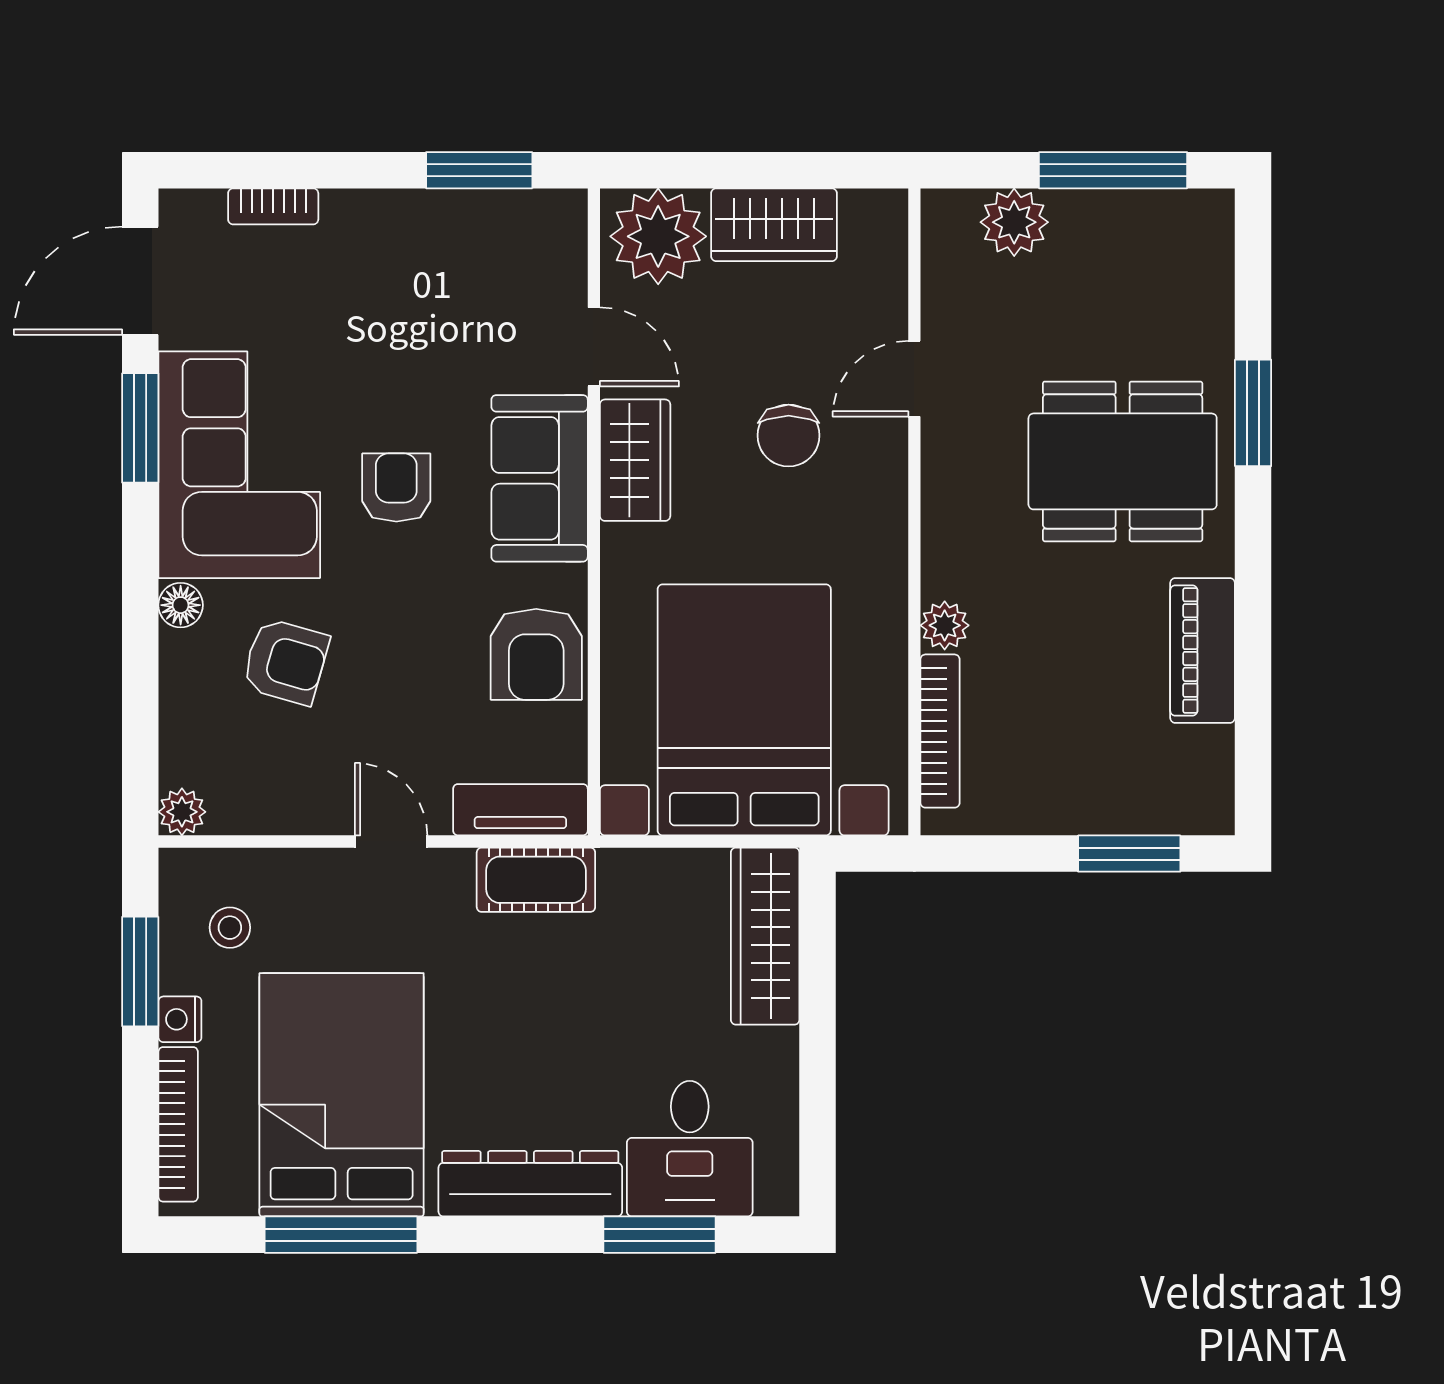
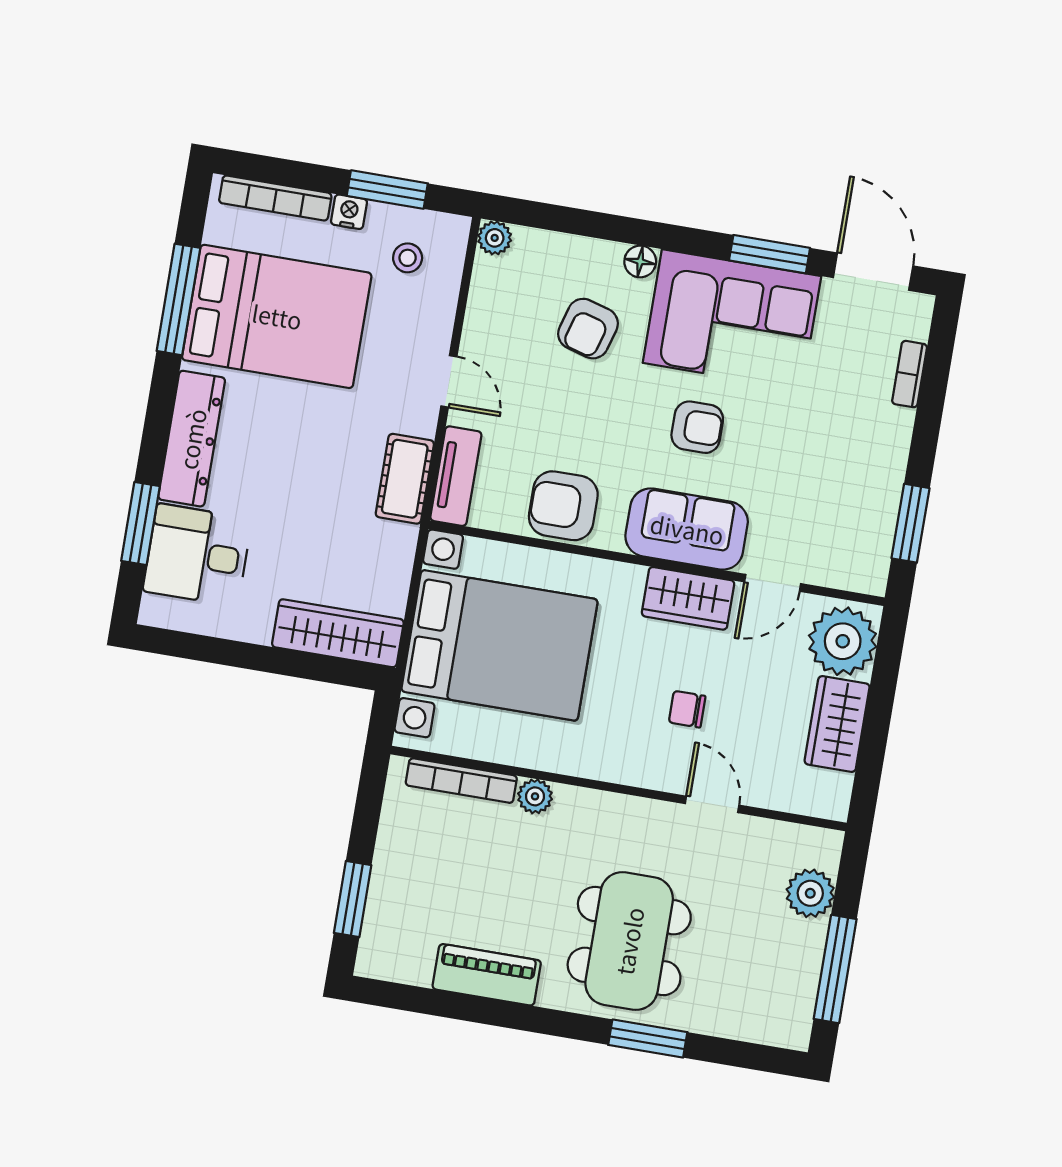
chair: (789, 435) -> (687, 709), width x0.73, depth x0.73
door: (391, 841) -> (449, 381), hinge flipped

